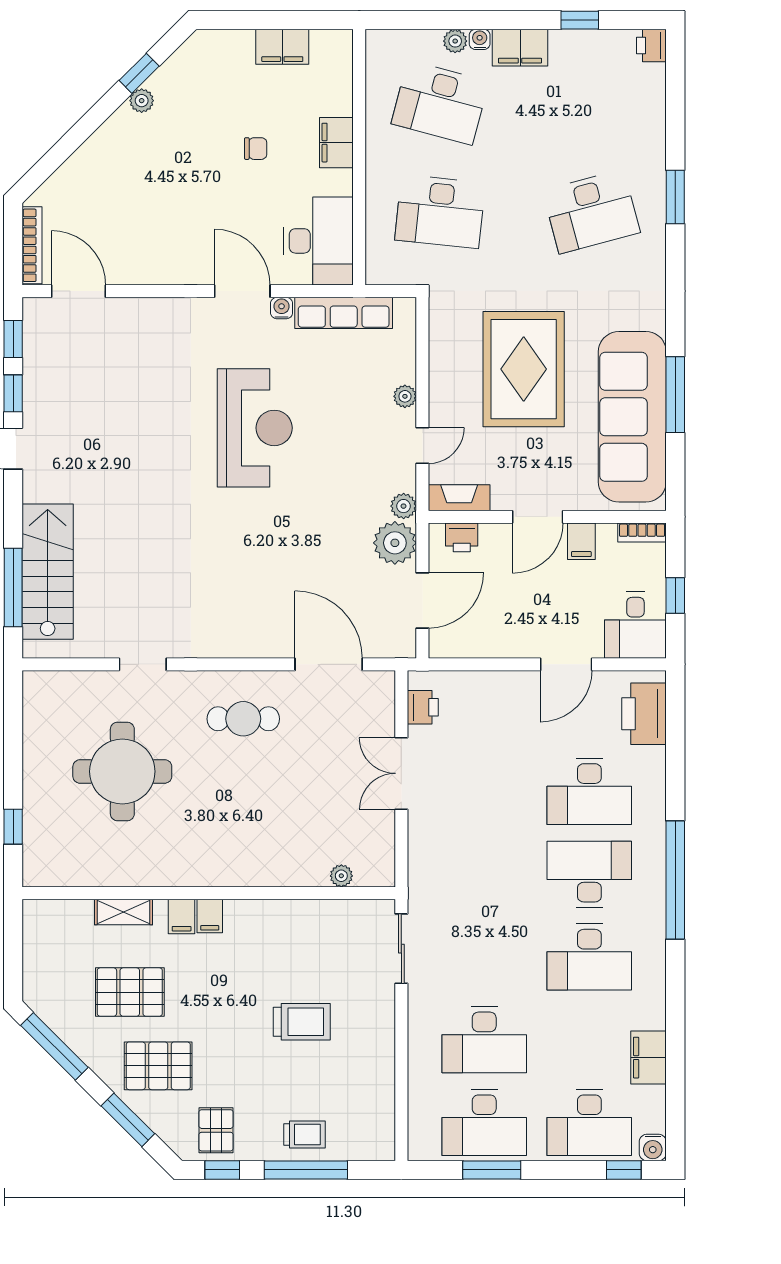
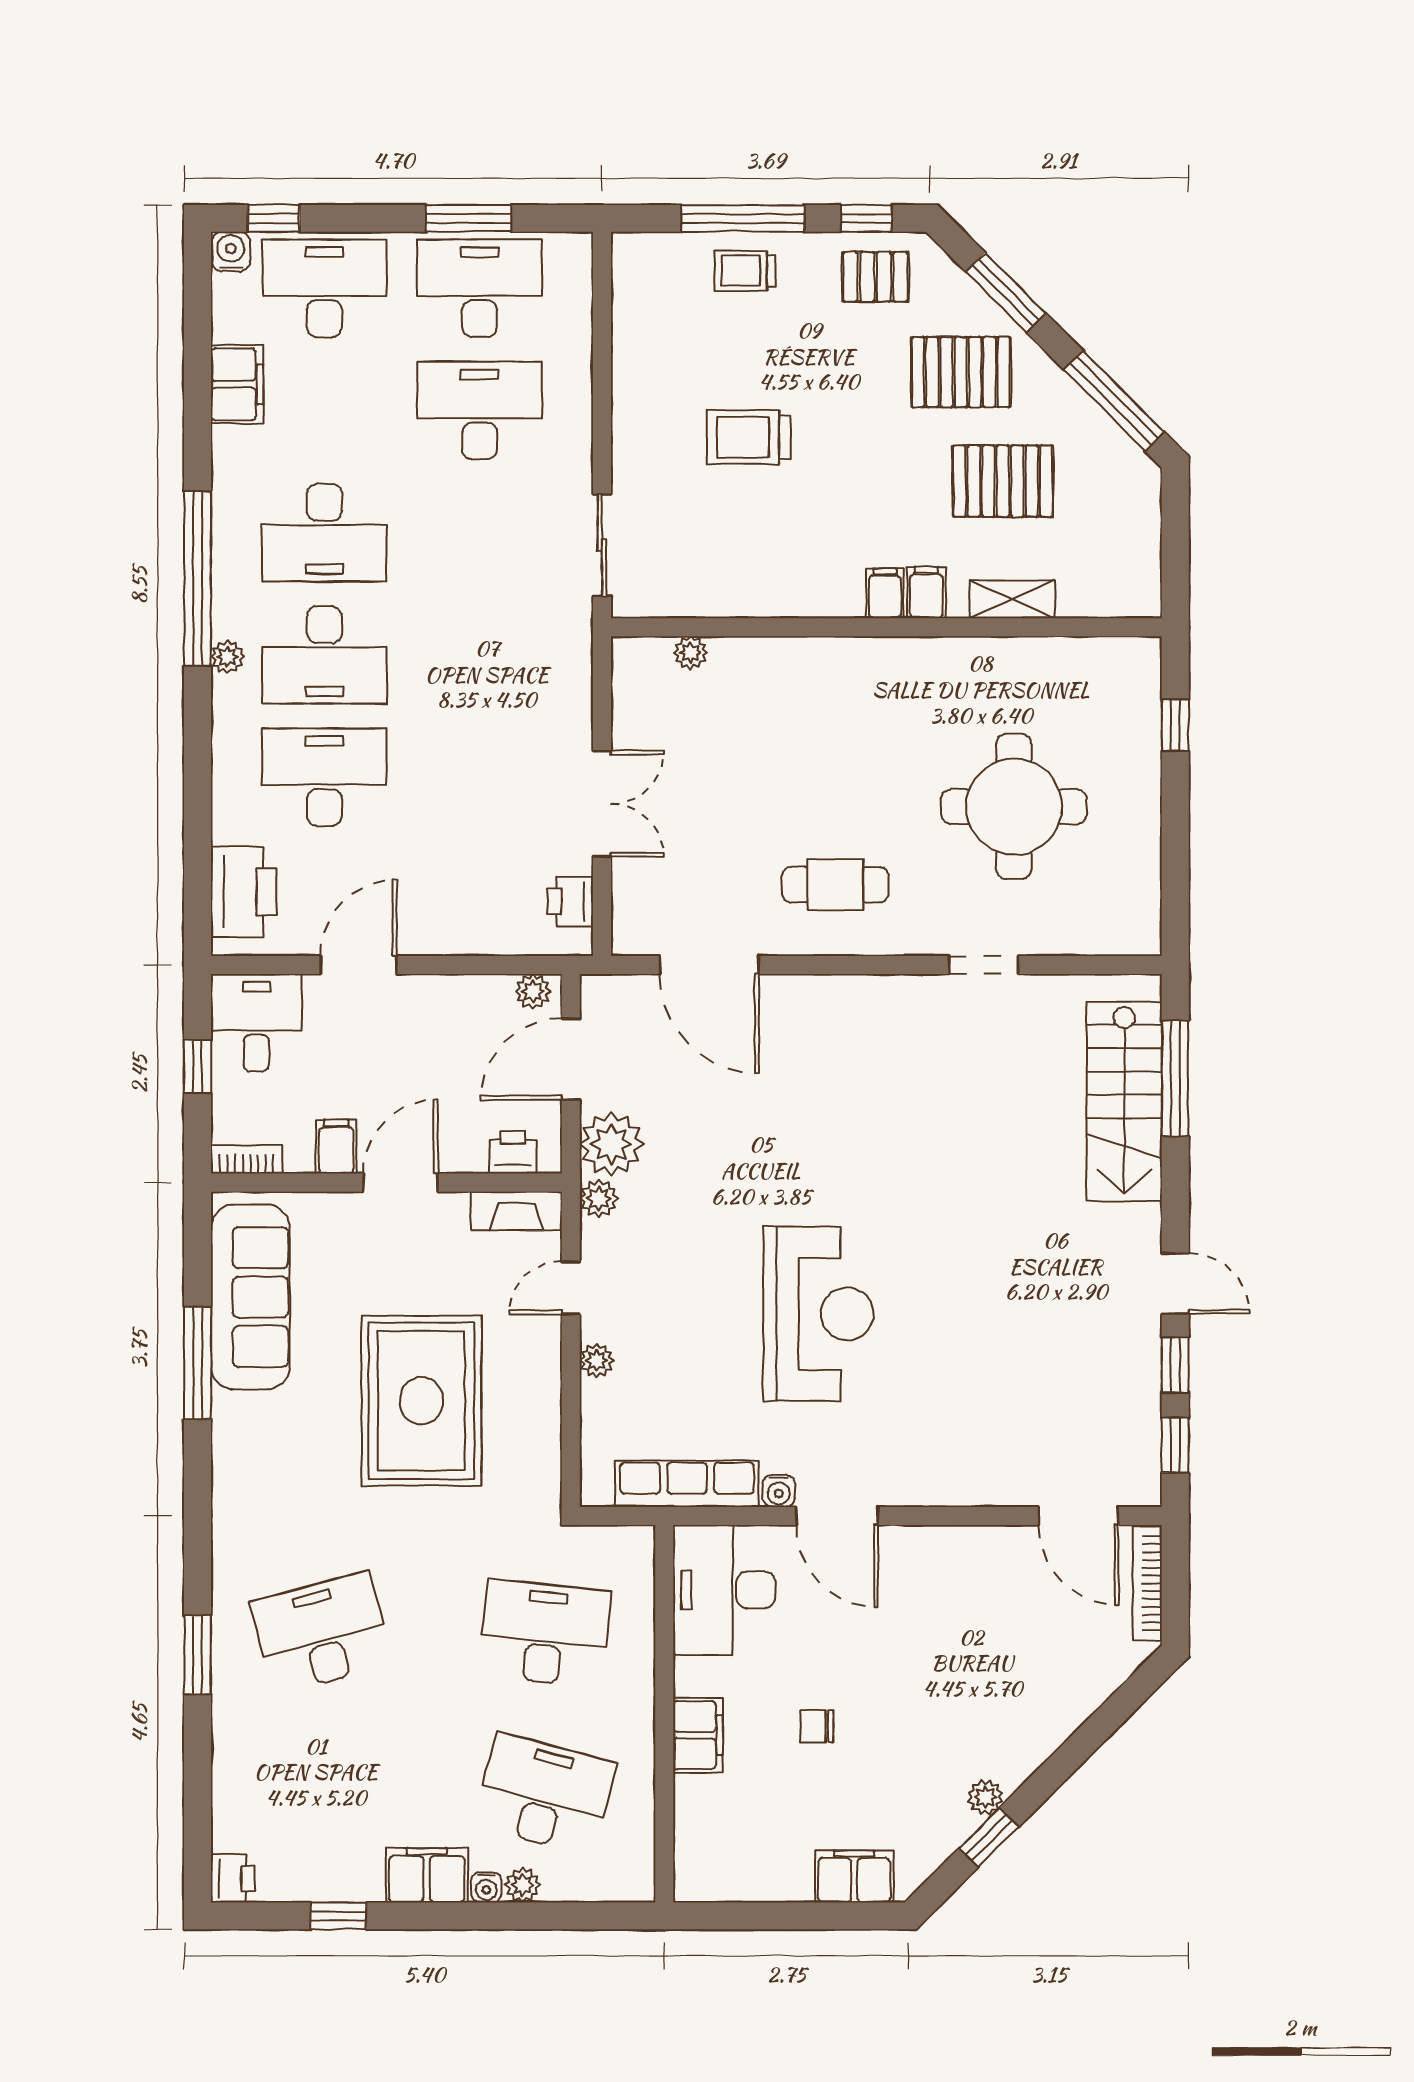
filing cabinet: (282, 47) -> (854, 1877), moved
sofa: (632, 417) -> (250, 1297), width x0.74, depth x0.79
reception desk: (255, 428) -> (818, 1314), turned 180
plant: (448, 646) -> (533, 991), added
plant: (655, 873) -> (228, 657), added
window: (675, 880) -> (198, 579), moved
desk: (589, 957) -> (324, 533), turned 180
pallet: (216, 1130) -> (876, 277), turned 90

